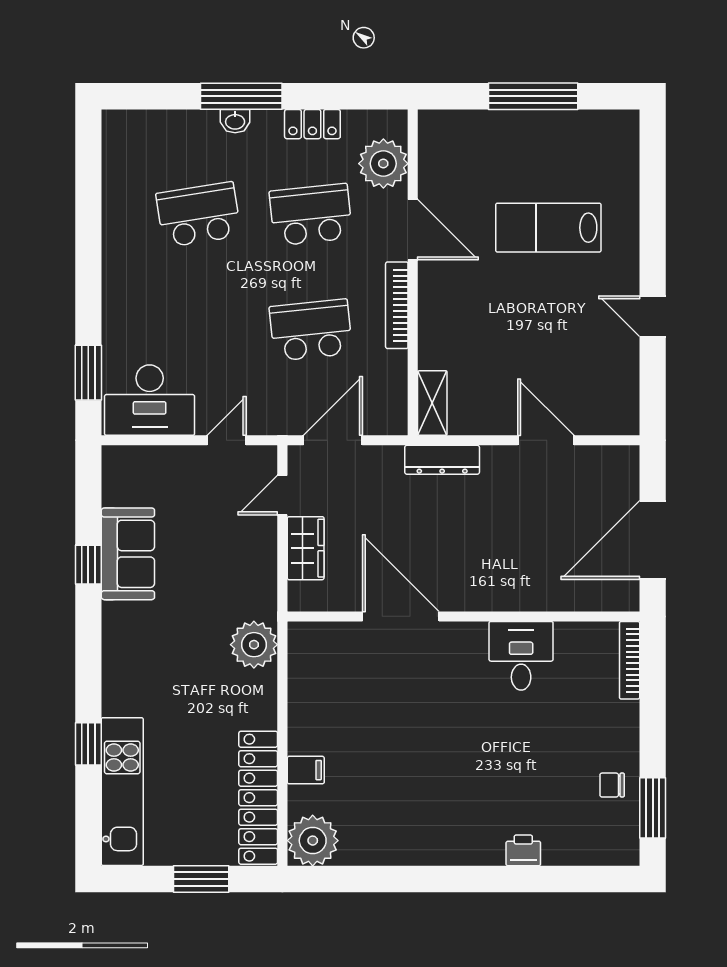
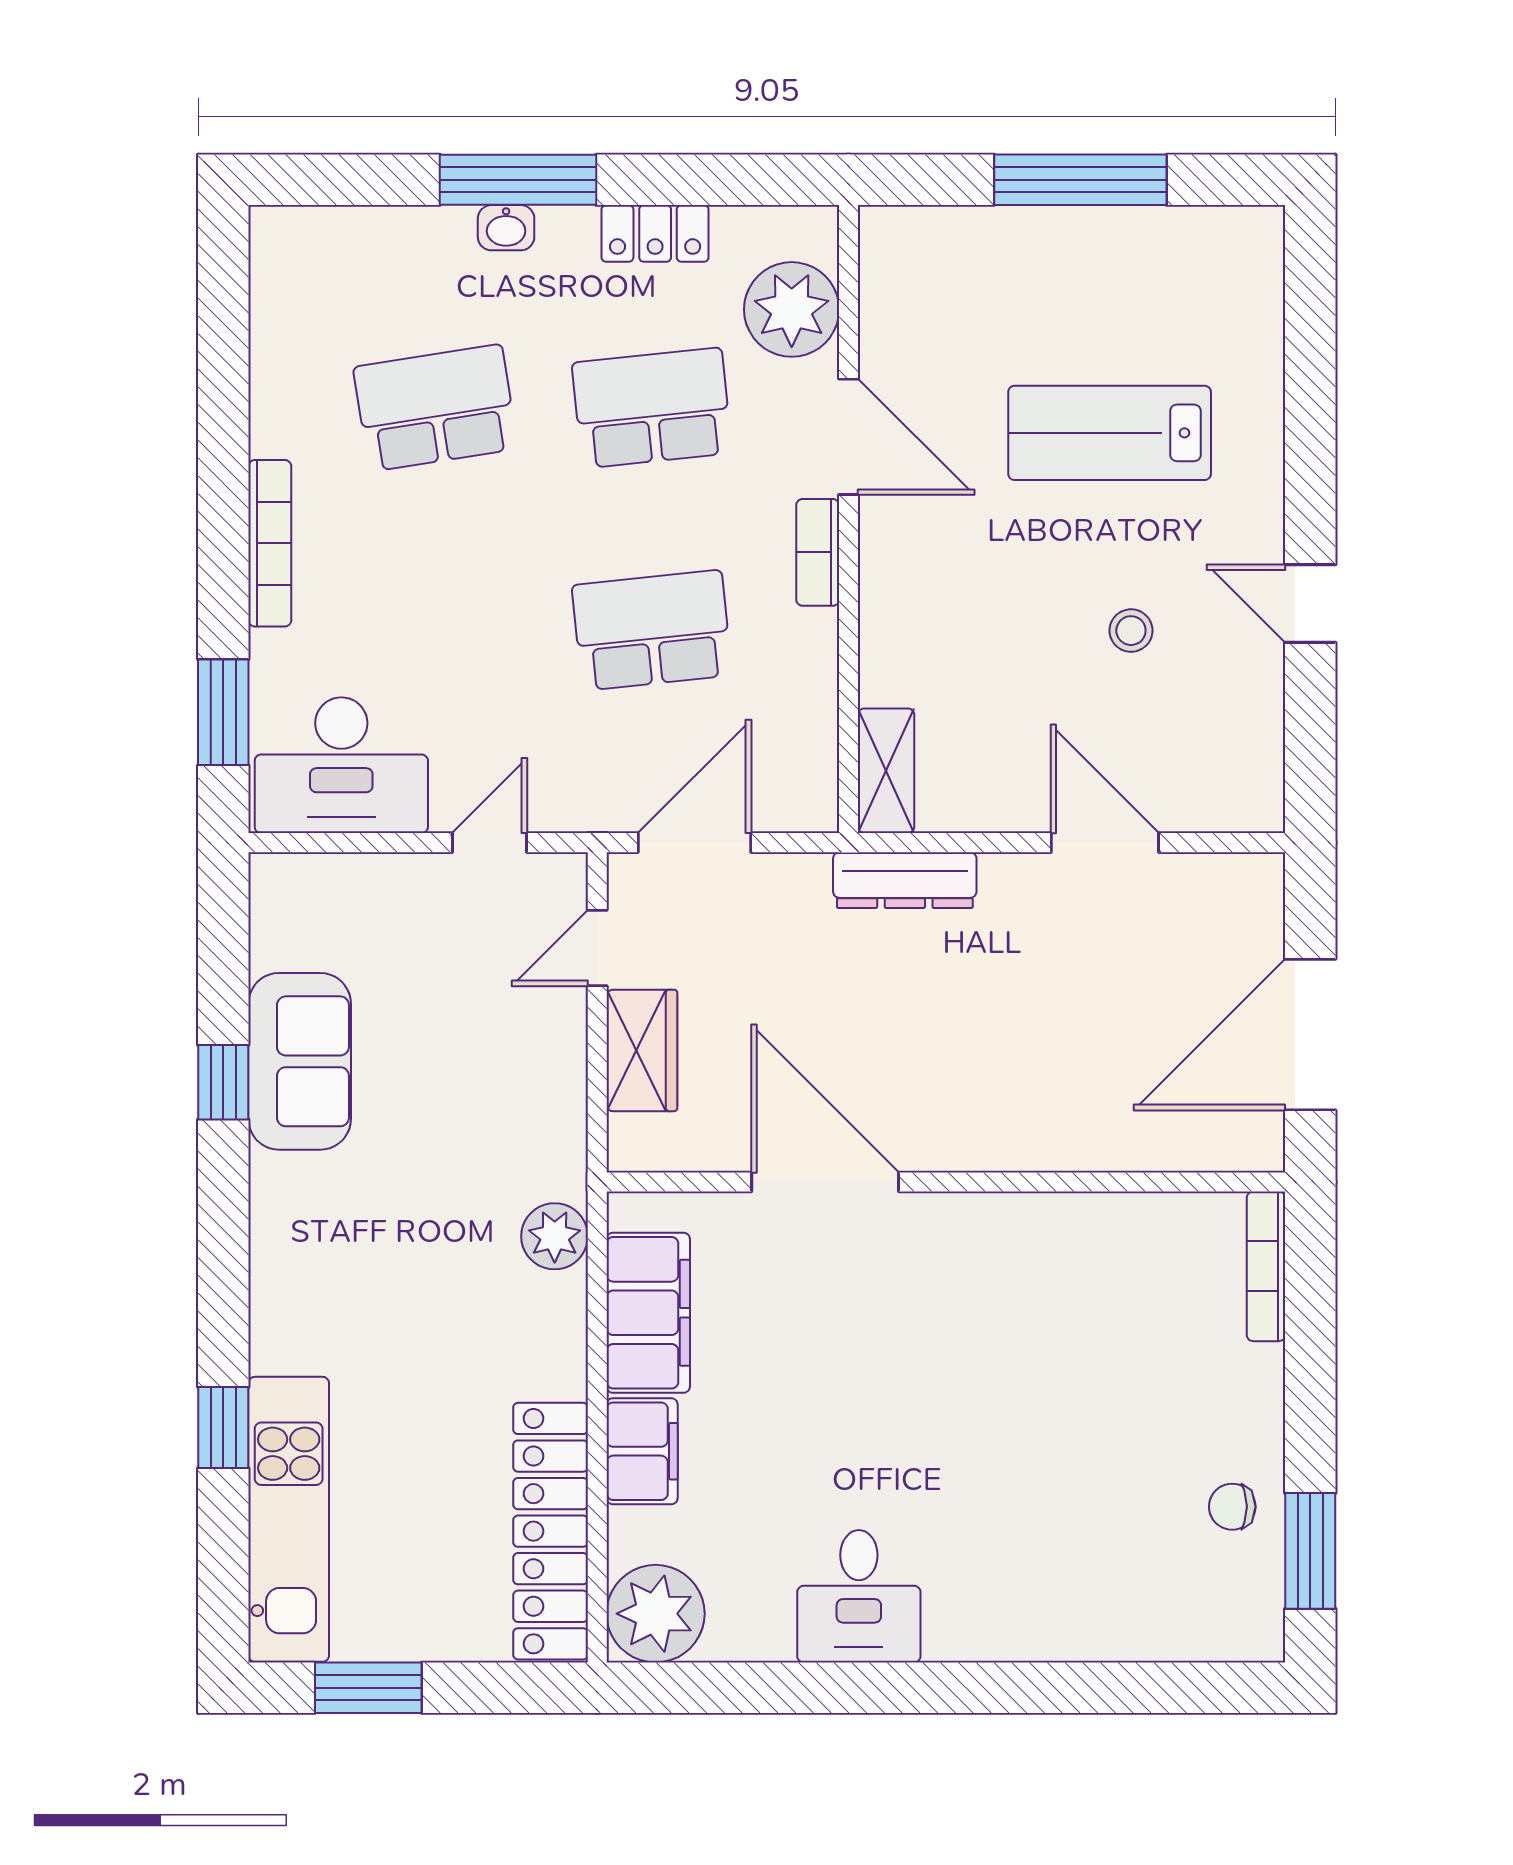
bookcase: (112, 285) -> (270, 543), added
bookcase: (397, 305) -> (818, 552), width x0.64
stool: (559, 330) -> (1131, 631), added
plant: (254, 645) -> (555, 1236), width x0.73, depth x0.73
desk: (521, 656) -> (859, 1596), moved, turned 180
filing cabinet: (309, 684) -> (648, 1313), added
filing cabinet: (306, 770) -> (642, 1451), width x2.00
printer: (523, 850) -> (1061, 1633), removed
window: (201, 879) -> (368, 1688), moved

